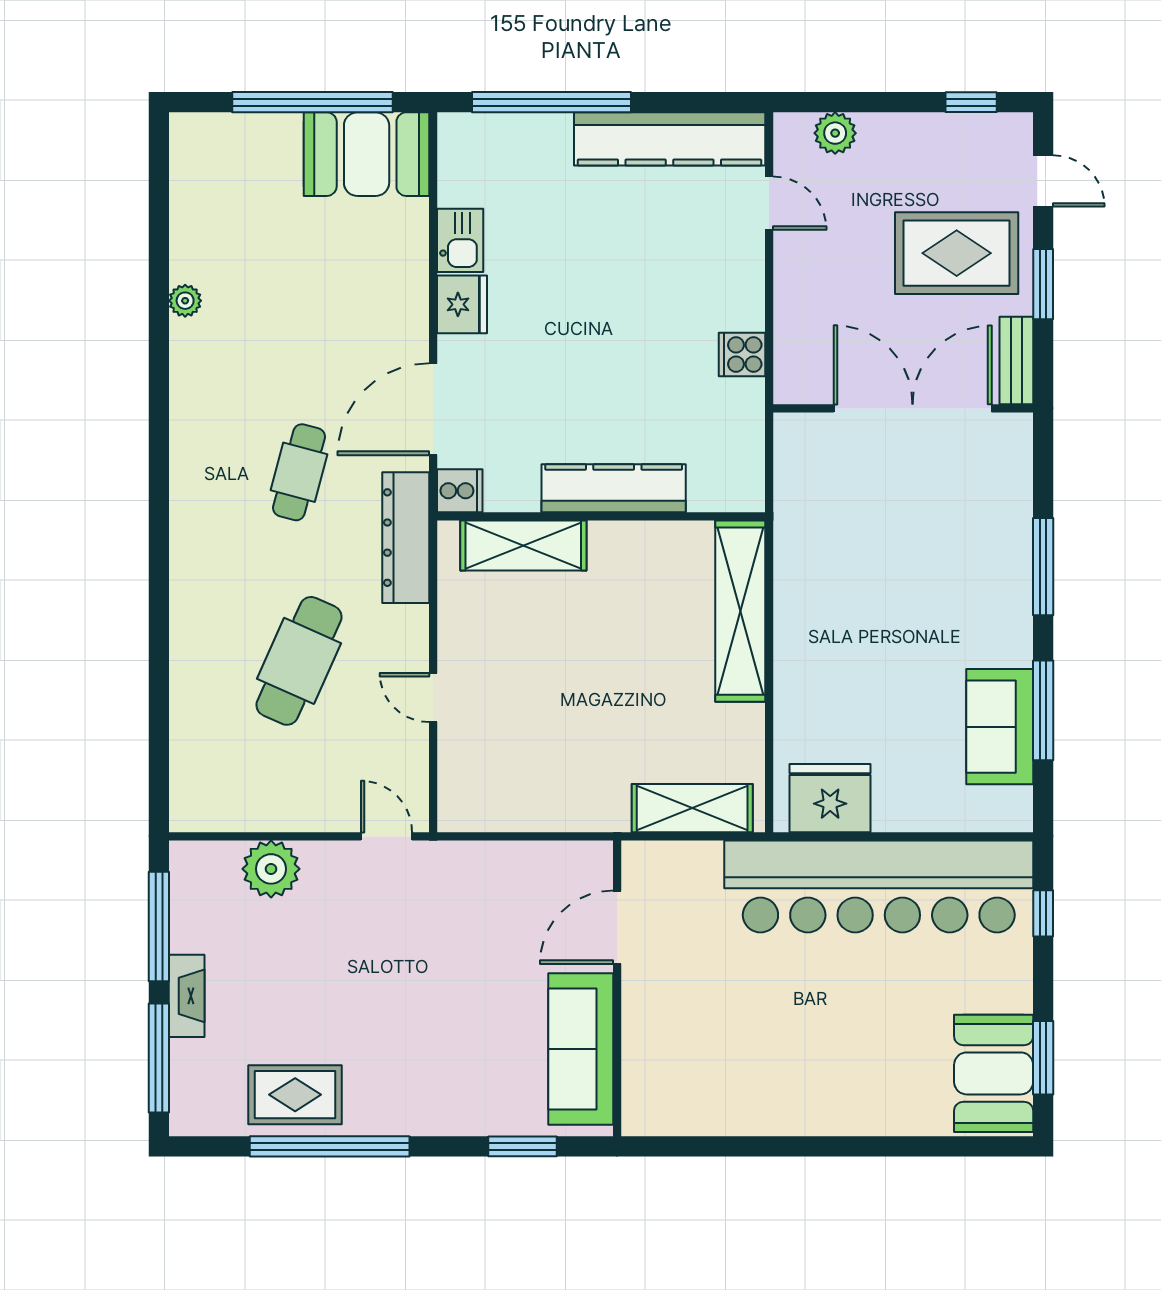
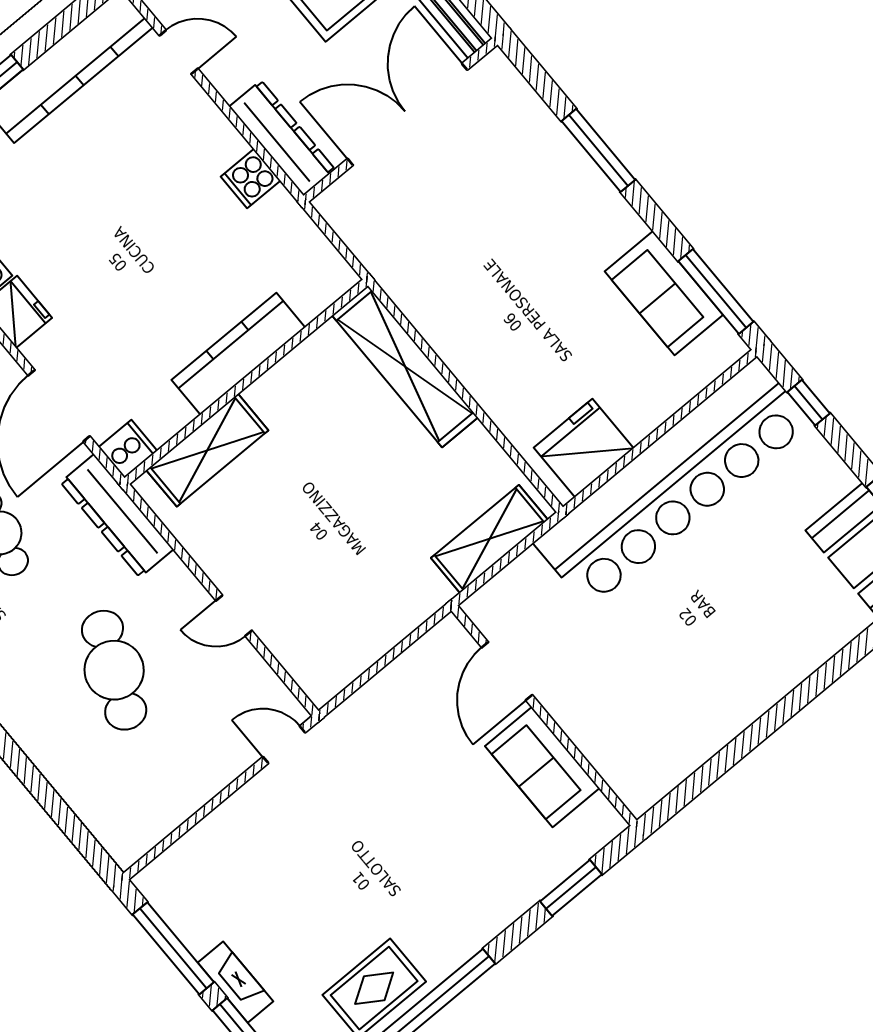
dresser: (795, 343) -> (282, 138), added
window: (1043, 710) -> (716, 291), moved
plant: (271, 869) -> (220, 839), removed
sofa: (581, 1049) -> (542, 767), width x0.73

